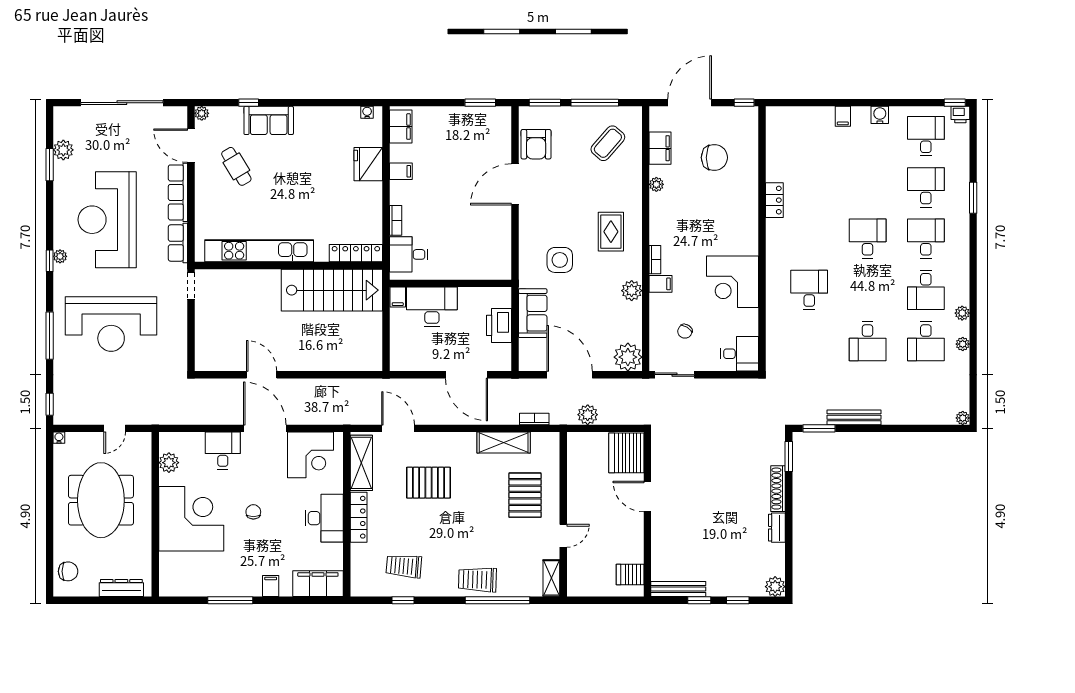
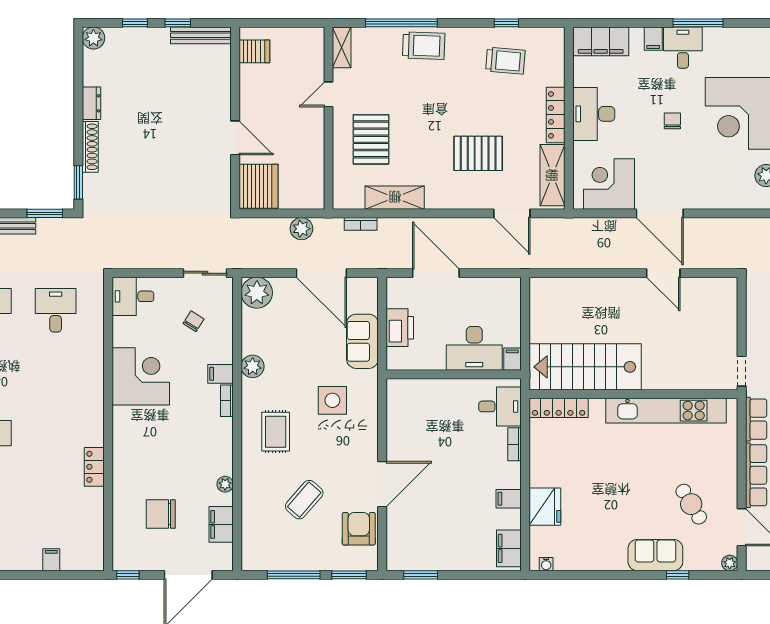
filing cabinet: (843, 116) -> (51, 560), moved
coffee table: (608, 143) -> (304, 500), moved
desk: (809, 290) -> (56, 310), moved, turned 180
desk: (223, 451) -> (683, 48), moved, turned 180
chair: (253, 512) -> (672, 121), turned 180

